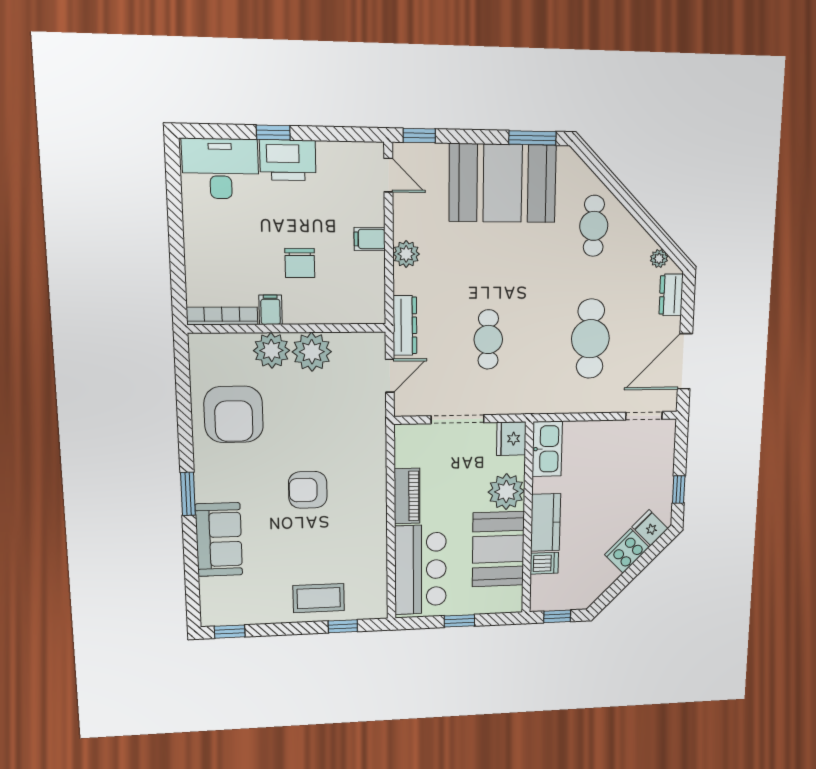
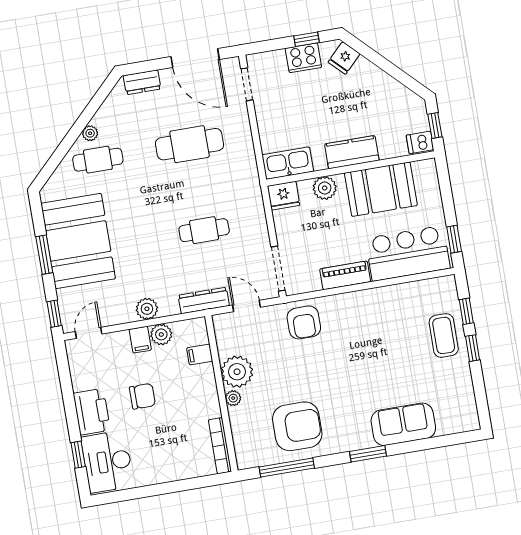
window: (273, 133) -> (78, 455), moved
window: (532, 138) -> (44, 255), moved
plant: (659, 259) -> (90, 133), moved
chair: (300, 263) -> (142, 396), moved
plant: (372, 266) -> (161, 334), added
filing cabinet: (271, 310) -> (200, 354), moved
plant: (271, 350) -> (233, 398), width x0.53, depth x0.53
window: (183, 394) -> (287, 468), added
doorway: (458, 419) -> (278, 269), moved
armchair: (308, 490) -> (304, 322), moved
plant: (506, 492) -> (325, 188), width x0.73, depth x0.73
cooker: (627, 551) -> (303, 58), moved, turned -45
dishwasher: (544, 563) -> (420, 142), moved, turned -90
window: (459, 621) -> (454, 239), moved
window: (230, 632) -> (472, 348), moved

